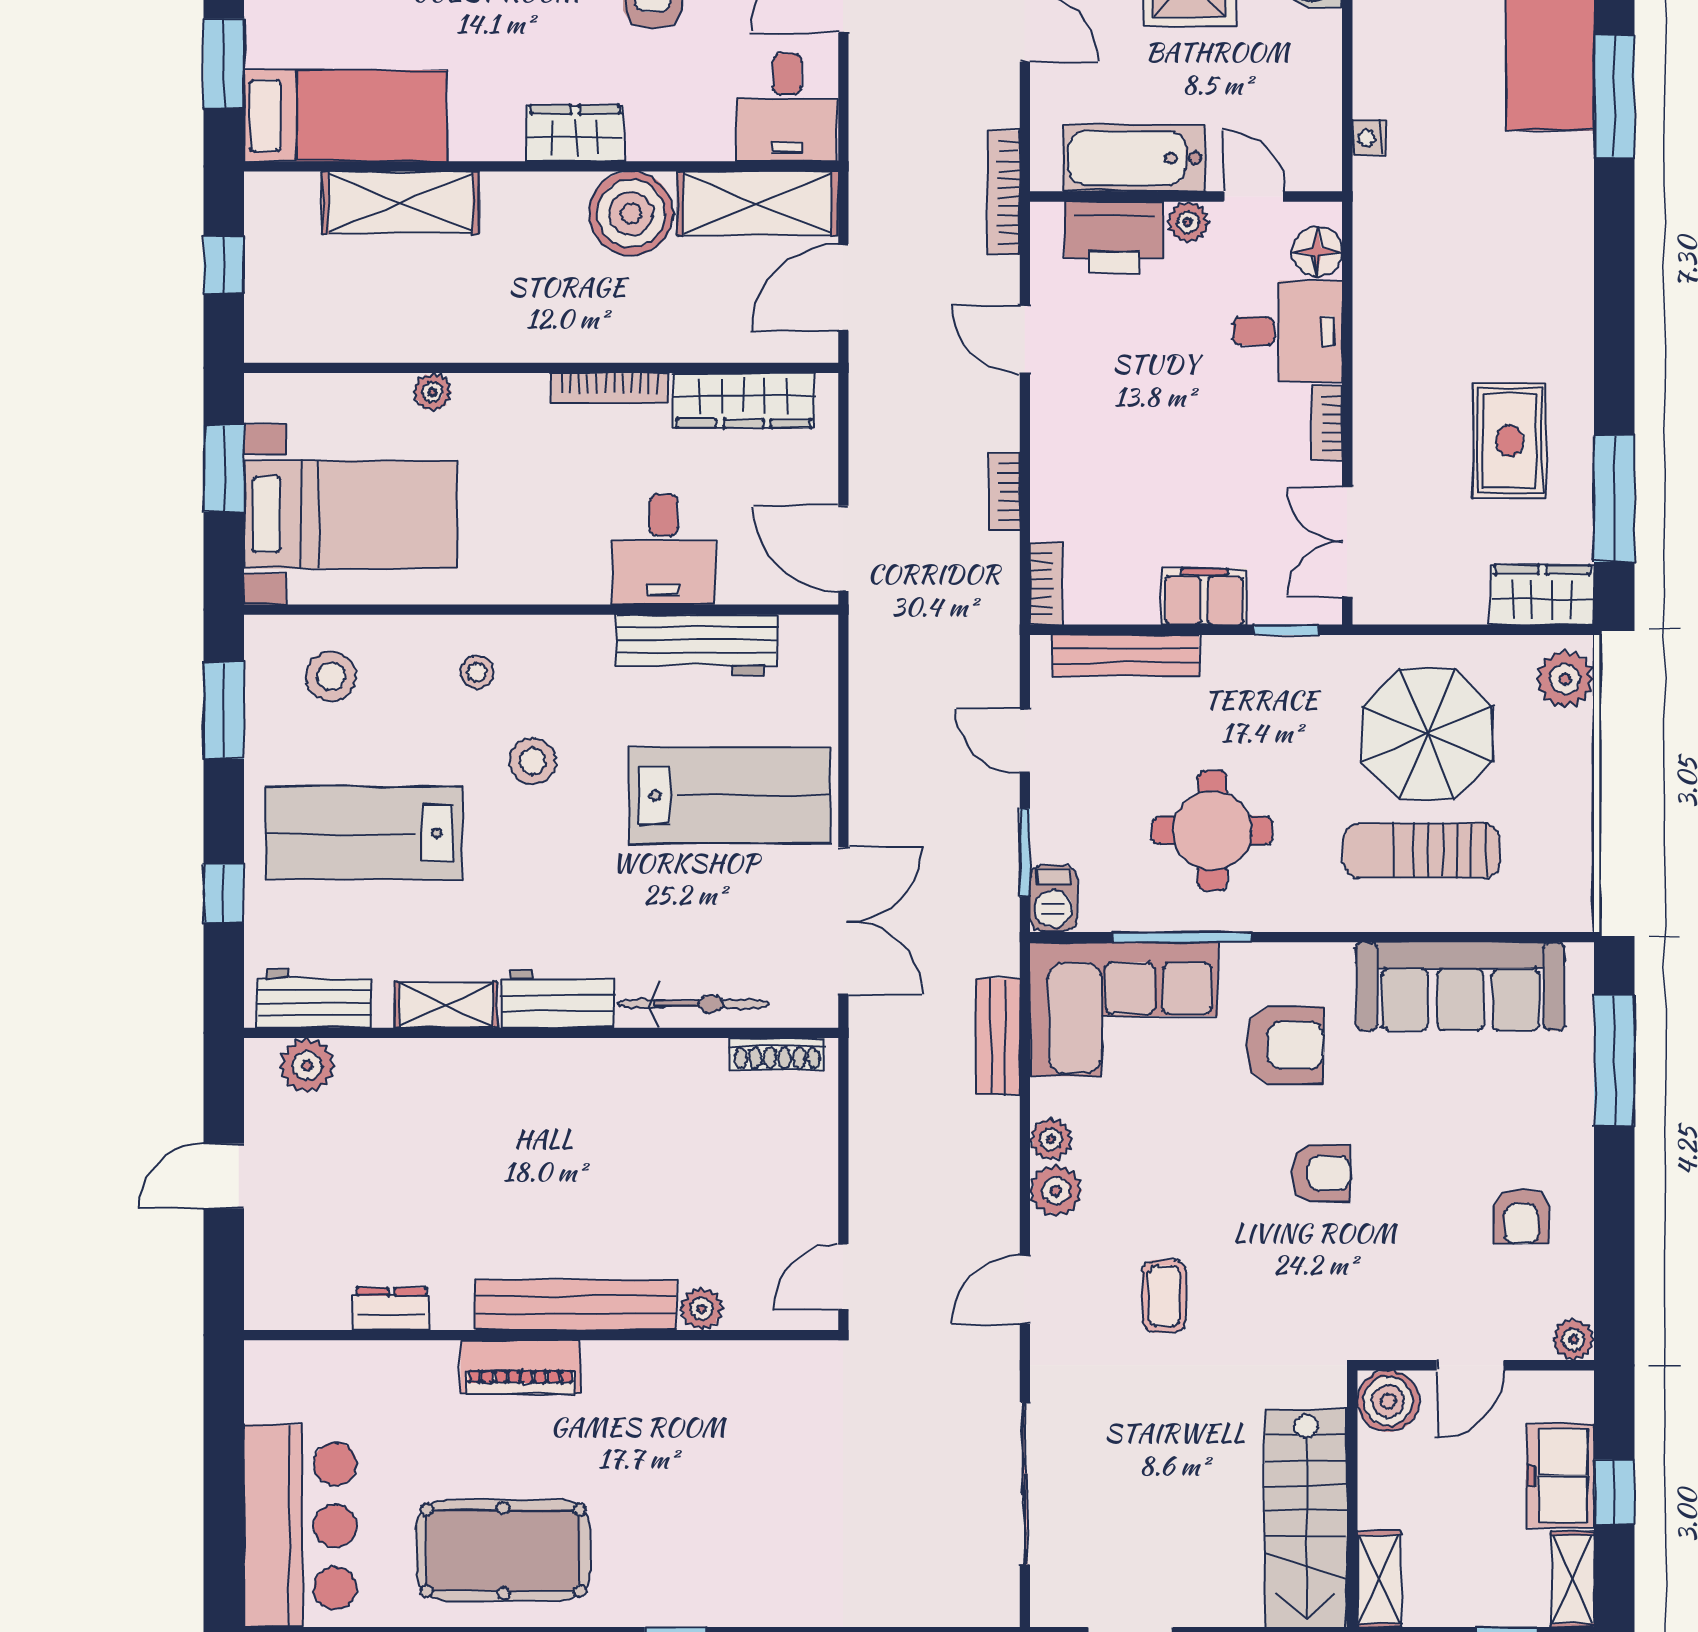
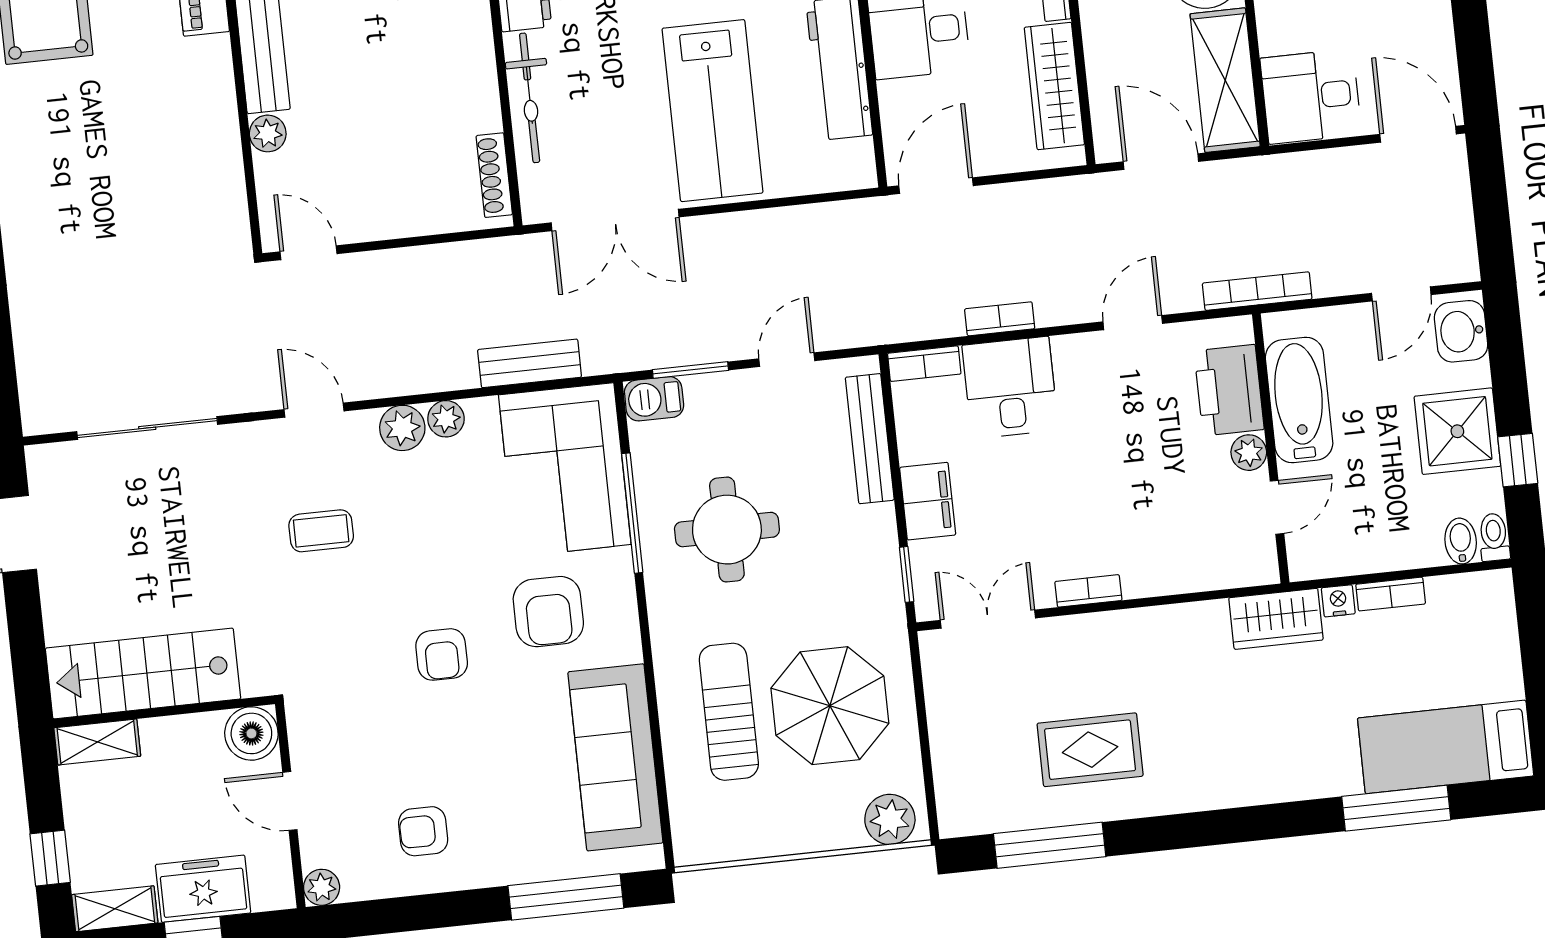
bookcase: (1368, 77) -> (1391, 594), added
floor lamp: (1317, 251) -> (1235, 566), removed
desk: (1288, 331) -> (1010, 388), moved, turned 180
wardrobe: (1542, 595) -> (1276, 619), moved, turned 90

